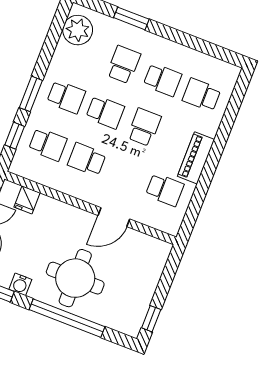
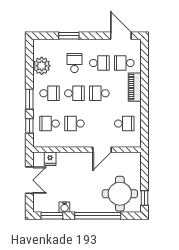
plant: (78, 30) -> (42, 66), moved
door: (213, 50) -> (121, 36), added
school desk: (144, 127) -> (99, 93), turned -90
school desk: (48, 144) -> (50, 124), turned 180
piano: (196, 158) -> (135, 87), moved
round table: (75, 278) -> (120, 194), moved

